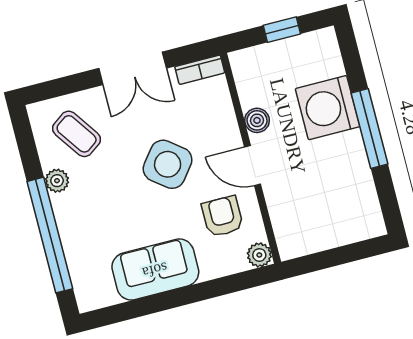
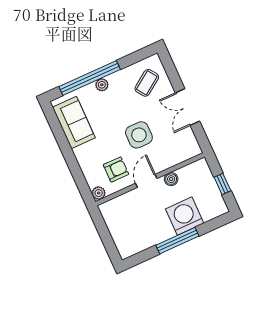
bookcase: (200, 70) -> (193, 143), removed
side table: (168, 164) -> (139, 135), turned -38
plant: (57, 181) -> (102, 85), moved
sofa: (155, 270) -> (74, 123), moved

